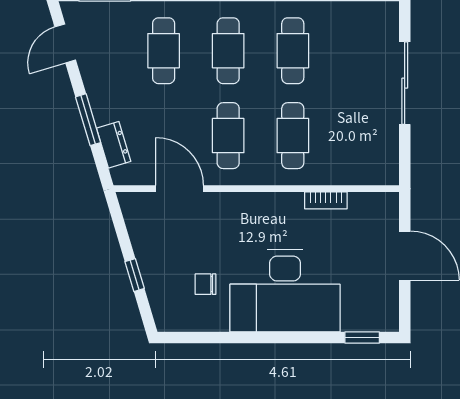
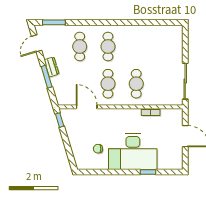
cafe table: (293, 51) -> (136, 47), removed
sliding door: (405, 83) -> (185, 81), moved
dresser: (114, 145) -> (52, 67), moved
window: (135, 275) -> (60, 120), moved
window: (362, 338) -> (148, 172), moved

